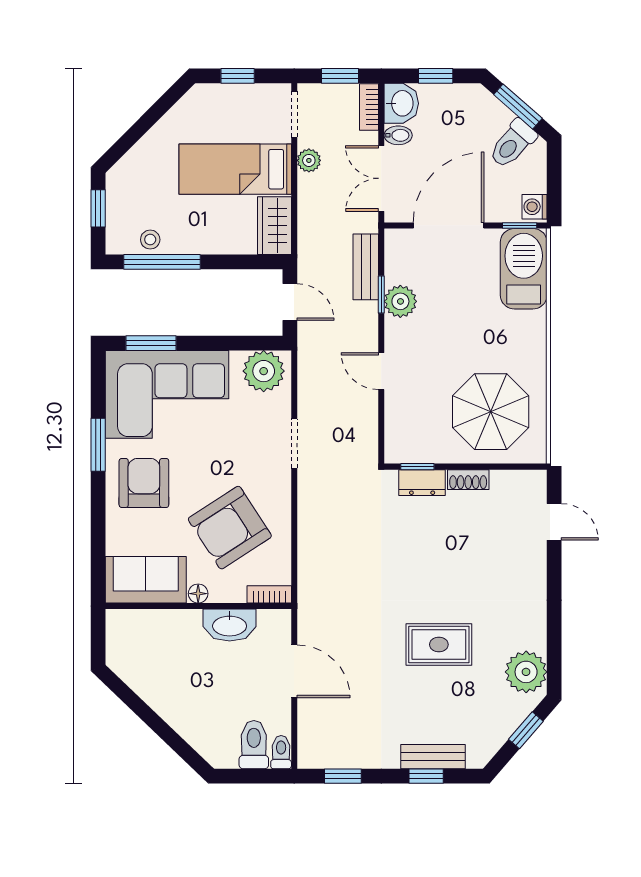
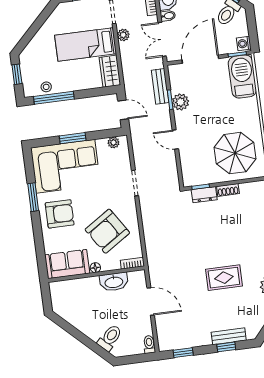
window: (151, 343) -> (73, 138), moved
plant: (264, 371) -> (114, 143), width x0.53, depth x0.53
armchair: (144, 483) -> (60, 214), turned 90
toilet: (254, 745) -> (110, 338), moved, turned 44

